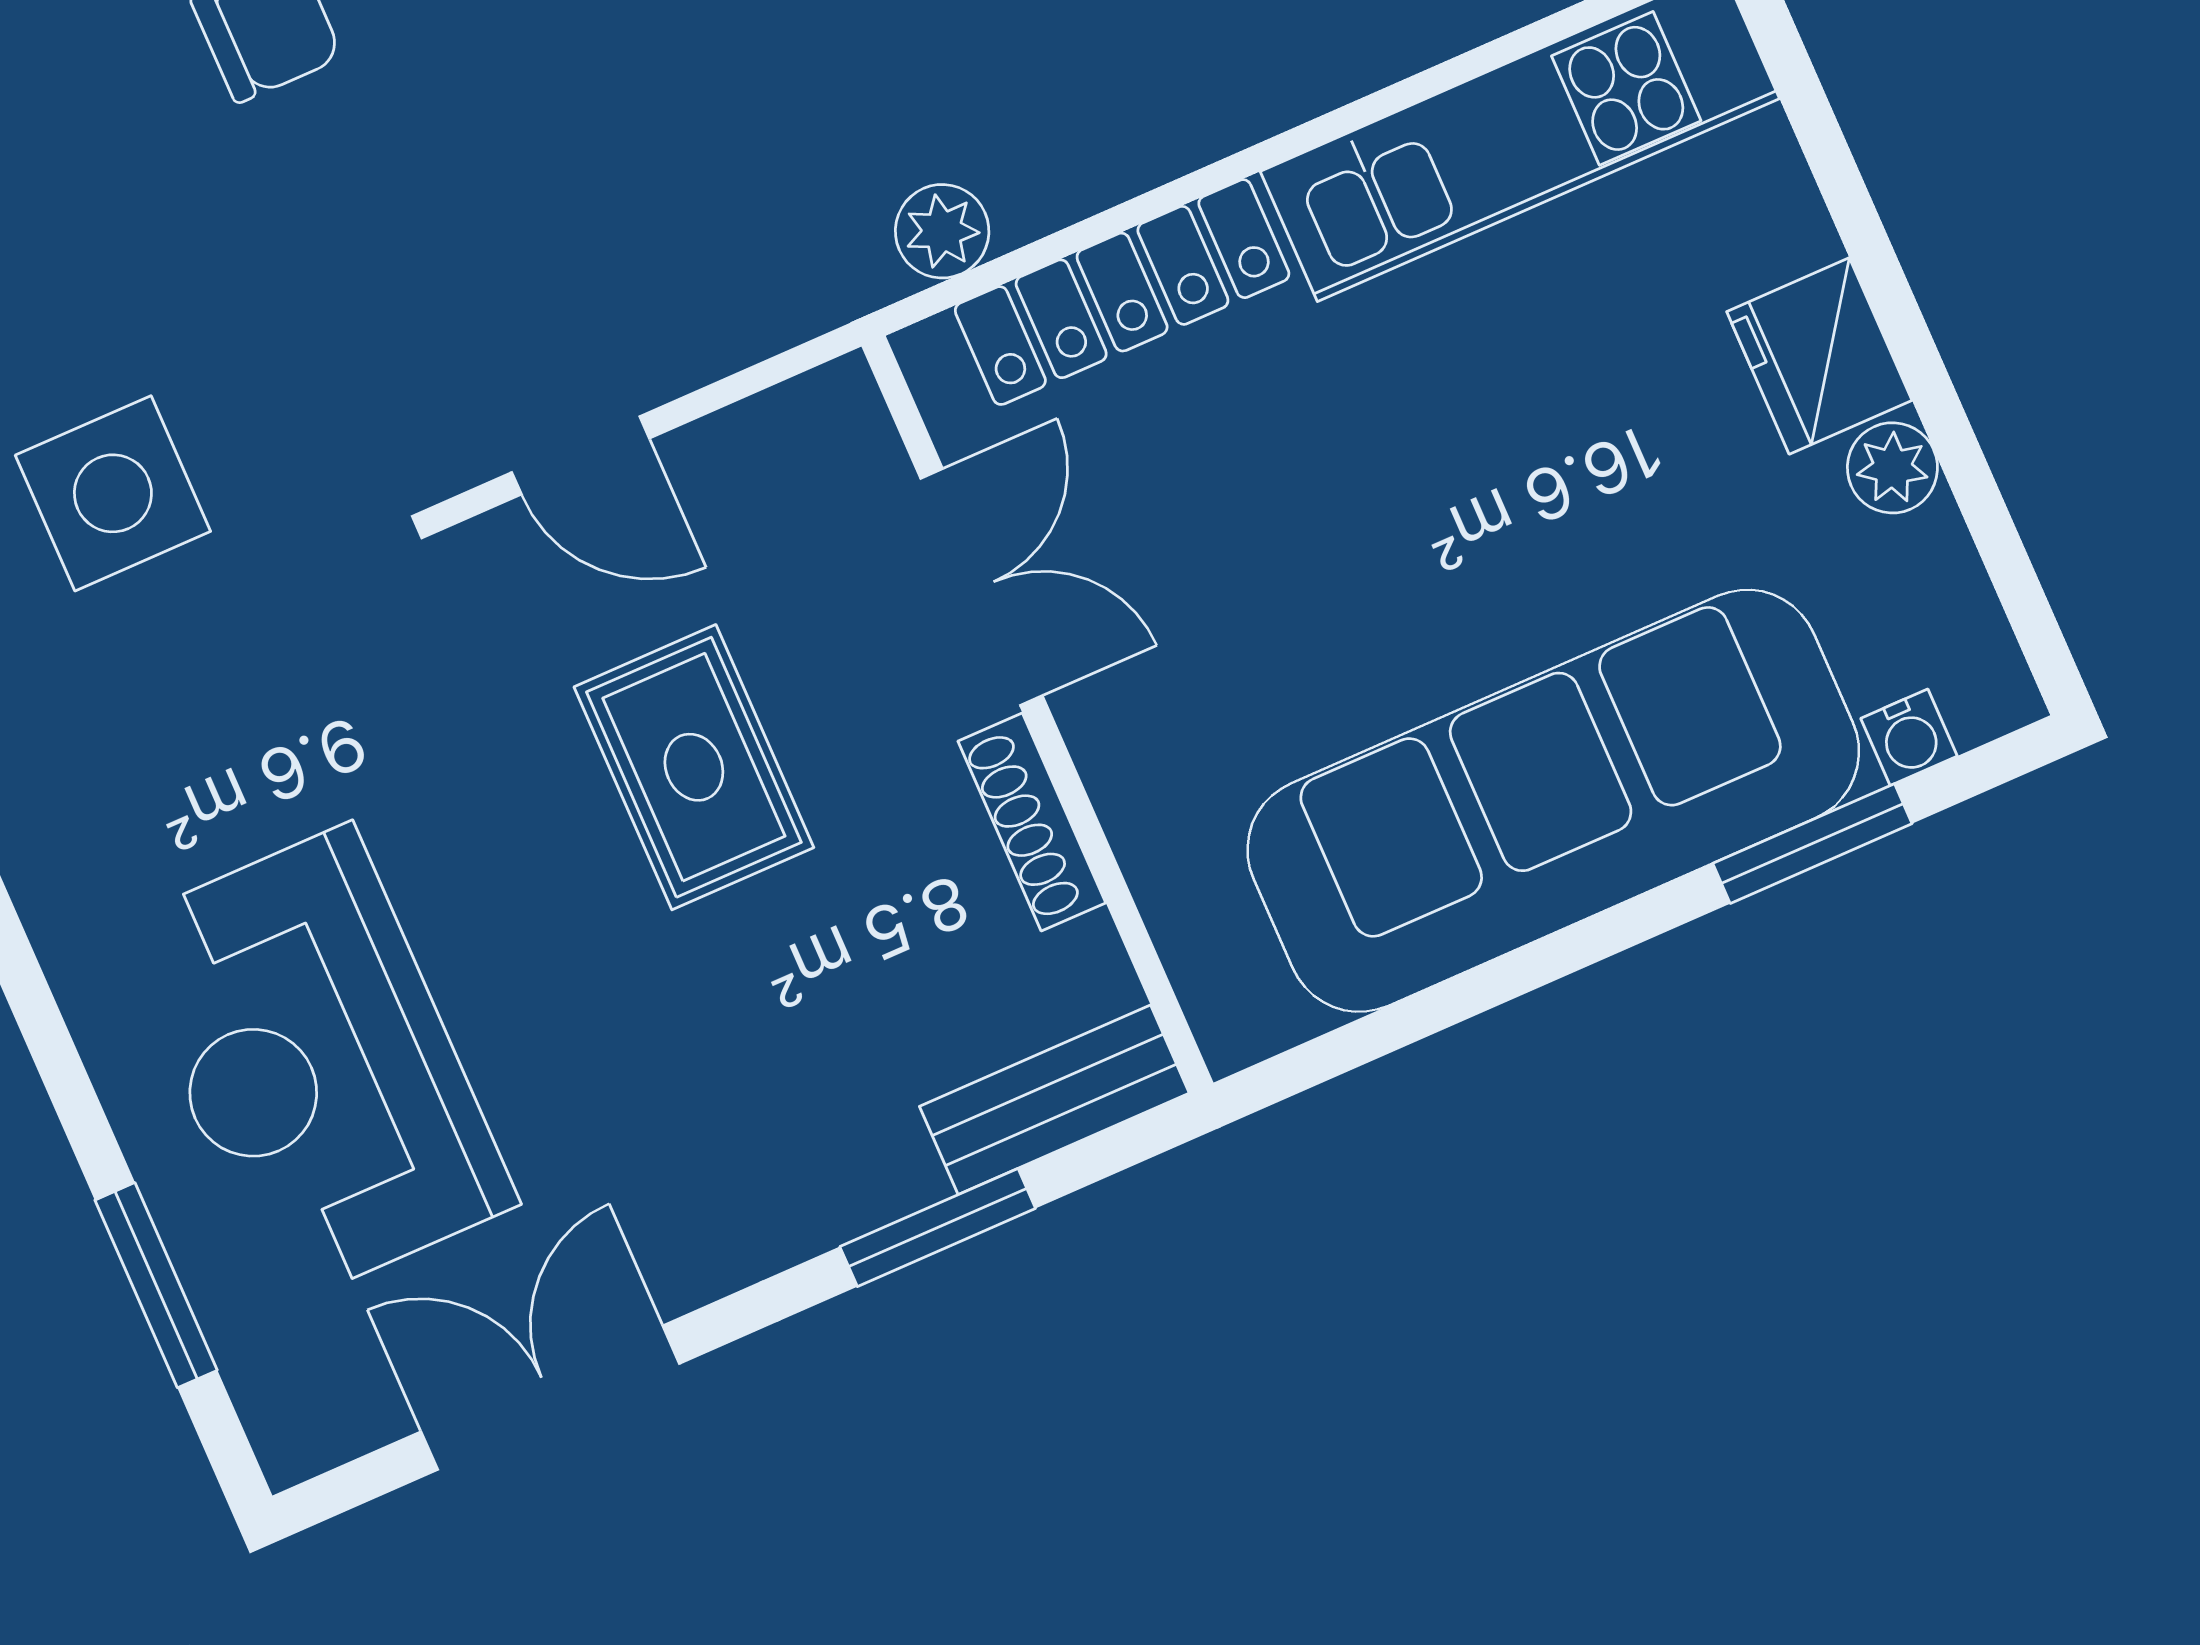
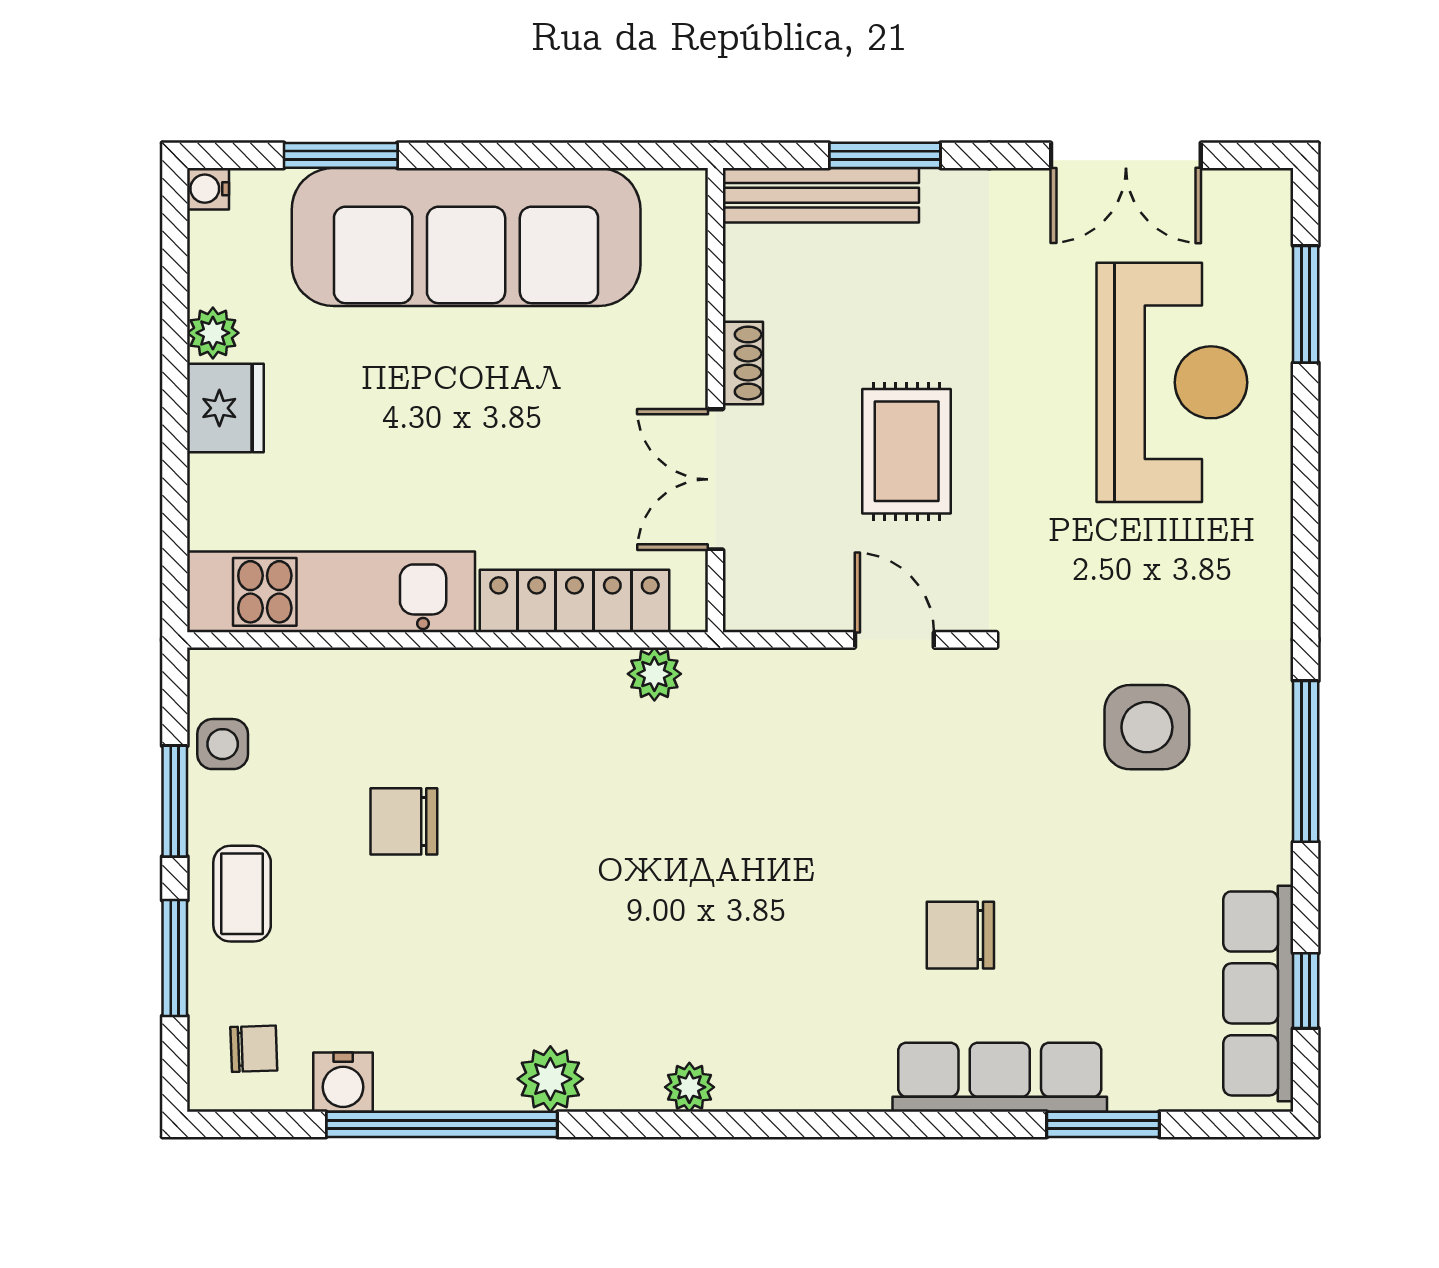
water cooler: (1909, 737) -> (208, 189), moved, turned -90
shoe rack: (1032, 822) -> (743, 363), width x0.70
bench: (1054, 1100) -> (821, 195), width x1.36

